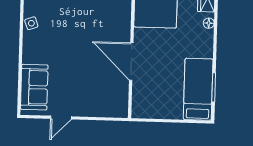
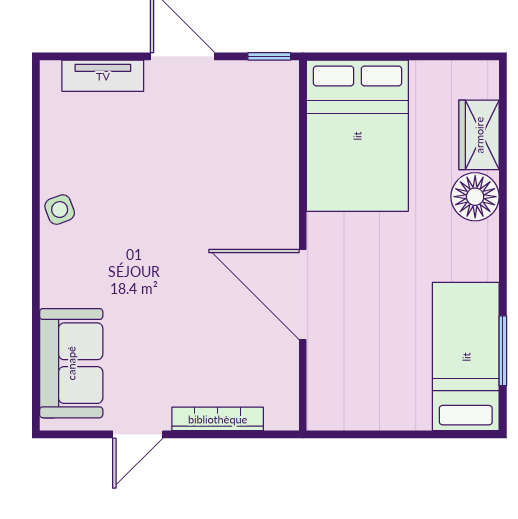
floor lamp: (209, 23) -> (475, 197), width x1.89, depth x1.89
bookcase: (94, 112) -> (218, 419), added

